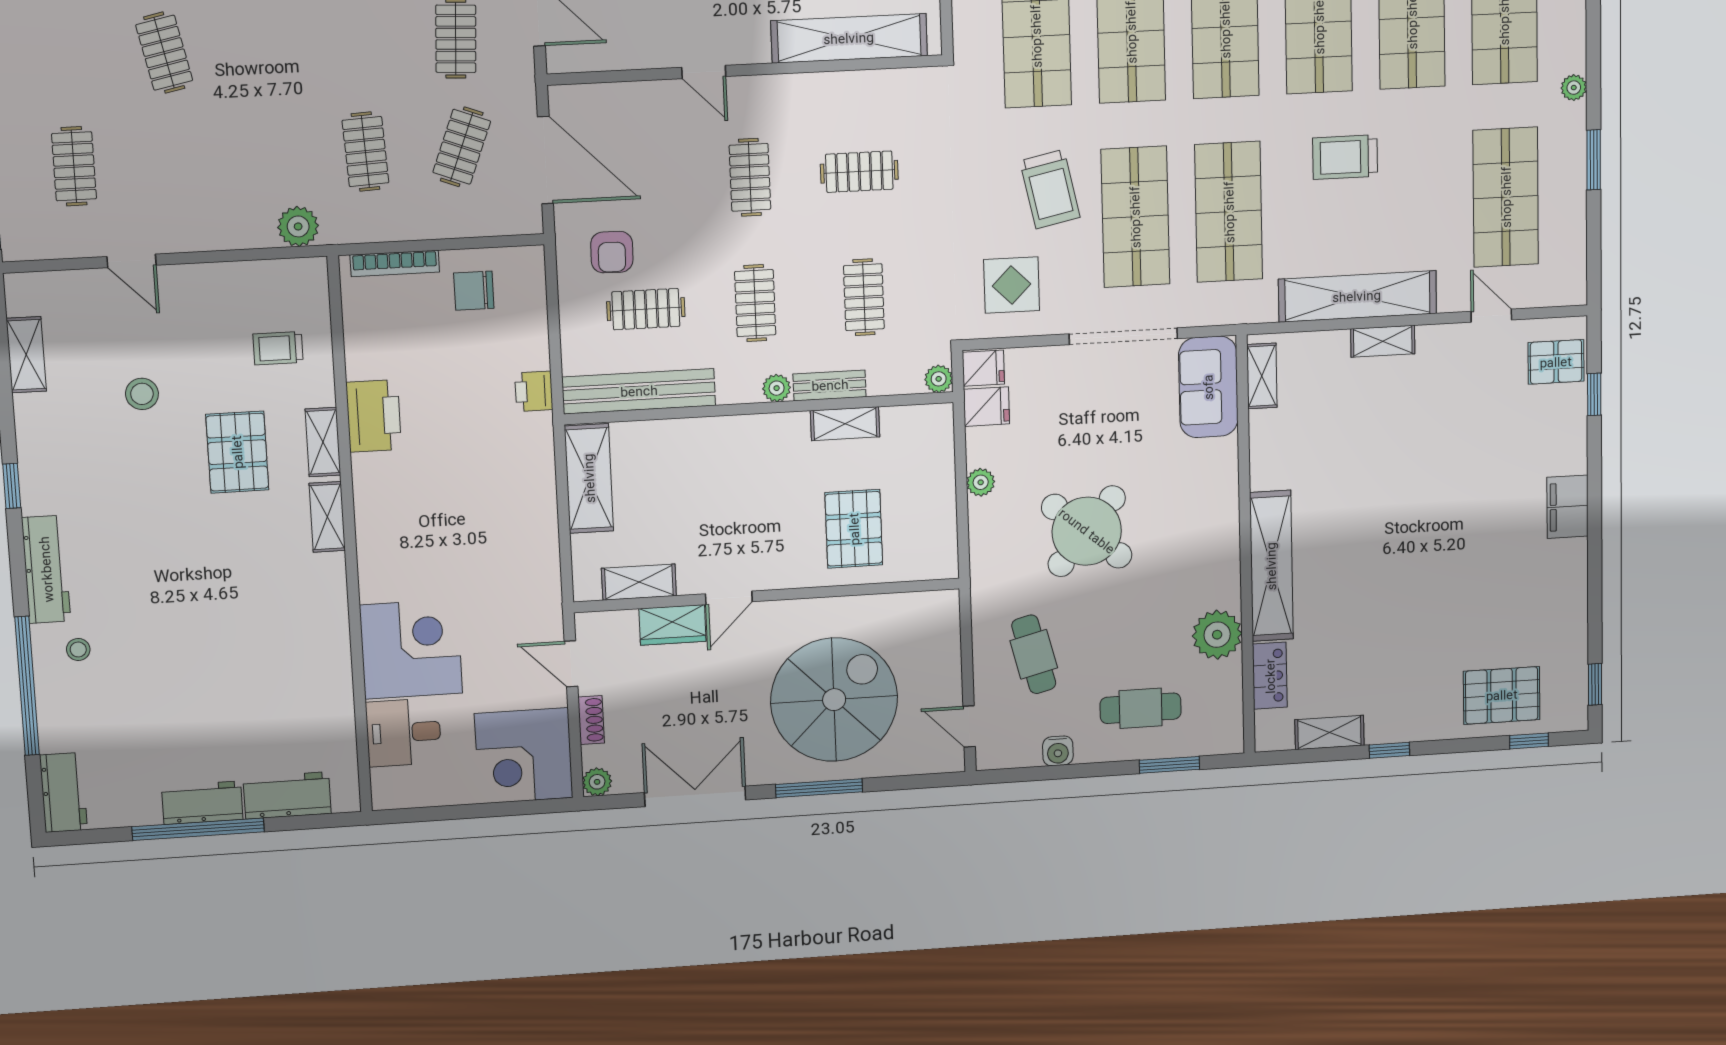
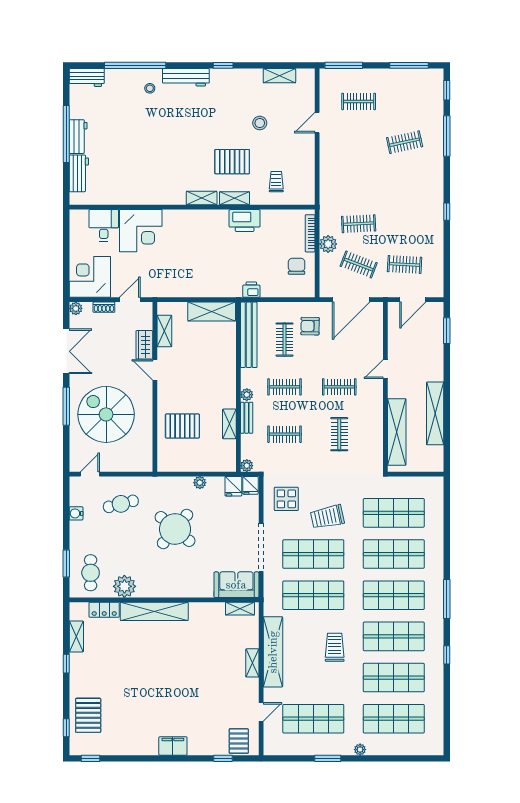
plant: (298, 226) -> (328, 244), moved
spiral stairs: (834, 700) -> (106, 414), turned 180
cafe table: (1141, 708) -> (91, 573), moved

